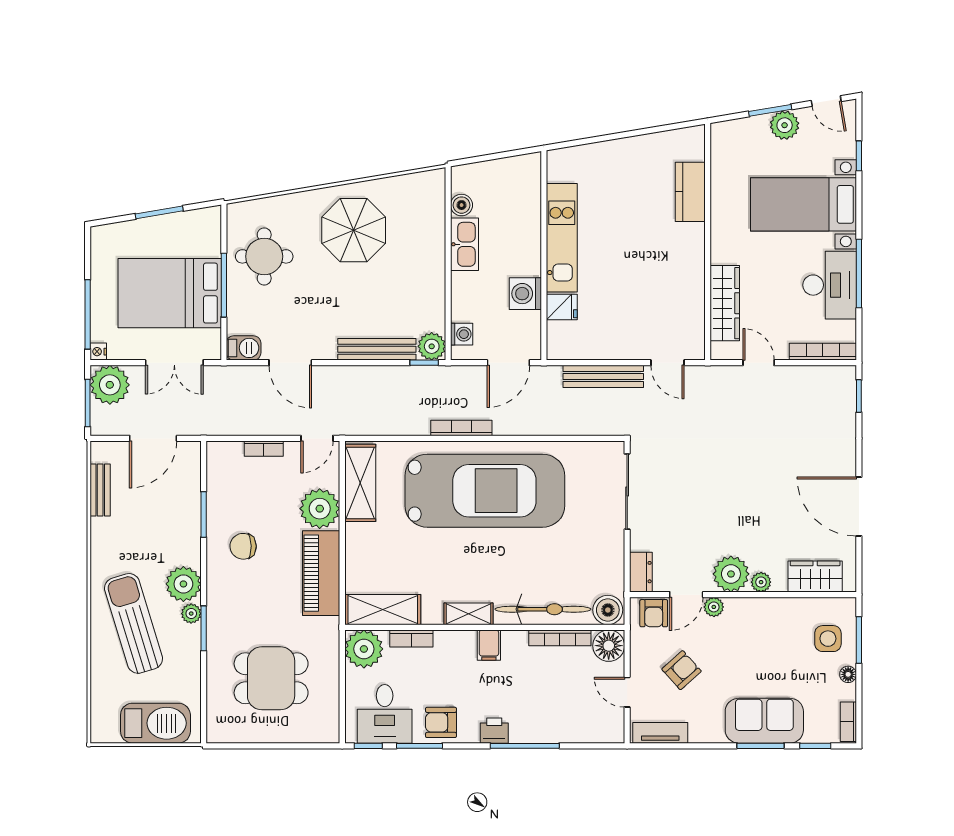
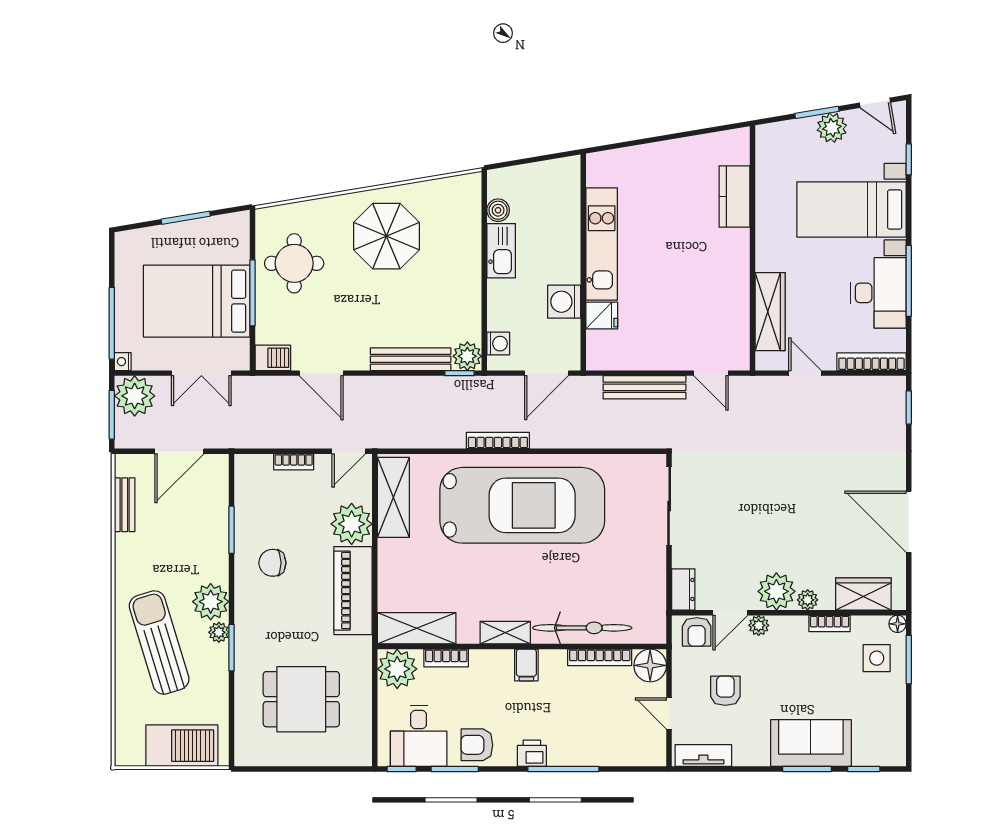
boiler: (608, 610) -> (649, 629), removed
armchair: (682, 670) -> (725, 691), turned -48
floor lamp: (848, 674) -> (898, 624), moved
bookcase: (848, 722) -> (829, 624), moved, turned -90

